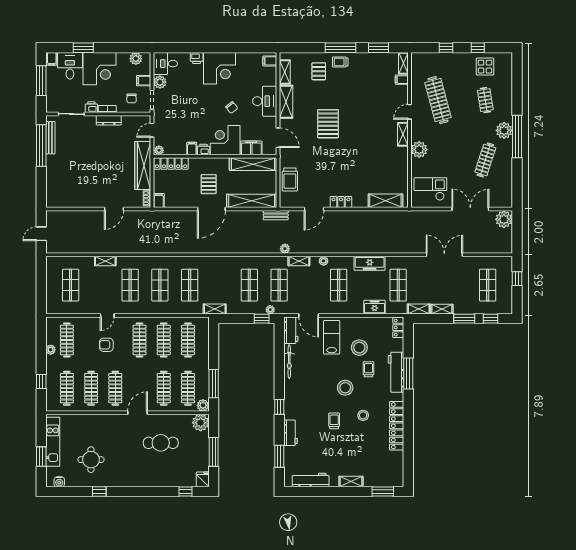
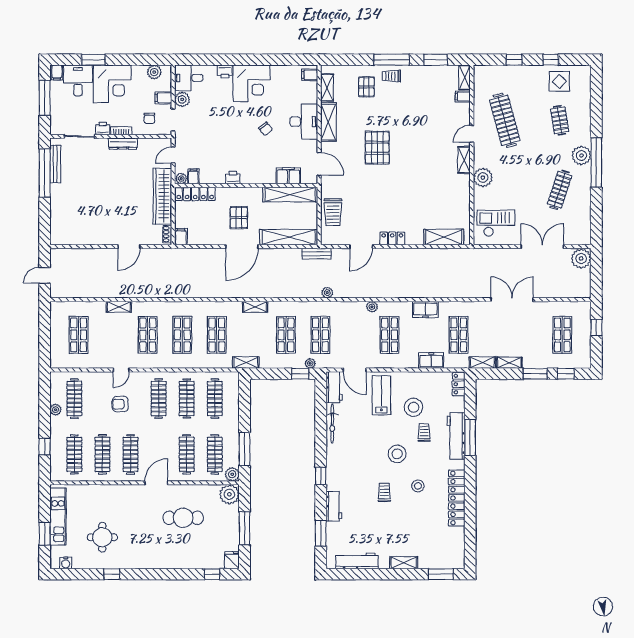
corner desk: (225, 140) -> (258, 167), removed
filing cabinet: (192, 148) -> (193, 176), moved
shelving: (299, 261) -> (255, 307), moved
freezer: (370, 263) -> (425, 310), width x0.71

